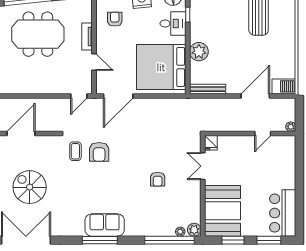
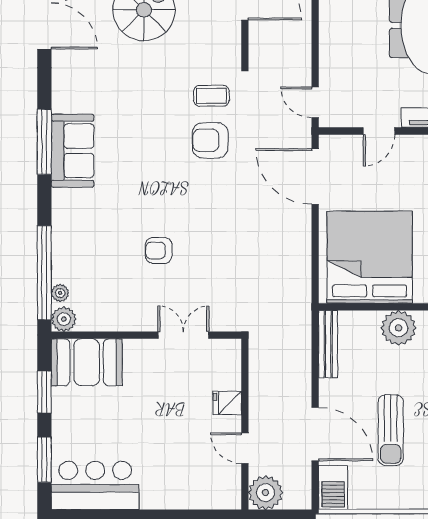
sun lounger: (253, 56) -> (391, 430), added
plant: (291, 127) -> (266, 493), width x1.88, depth x1.88
fridge: (211, 143) -> (227, 403), moved
booth: (222, 211) -> (87, 362), width x0.73, depth x0.70

